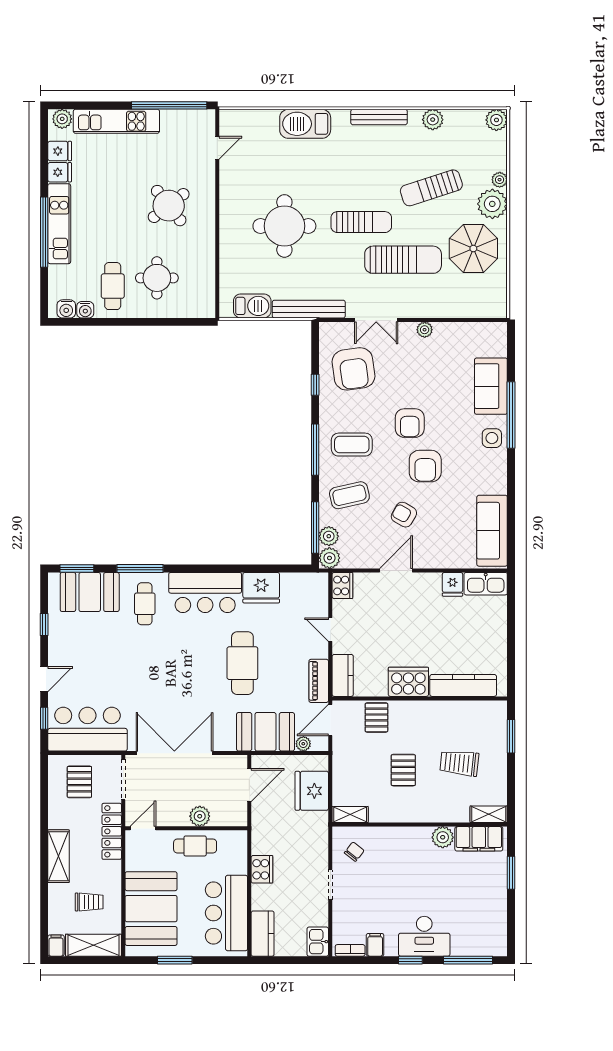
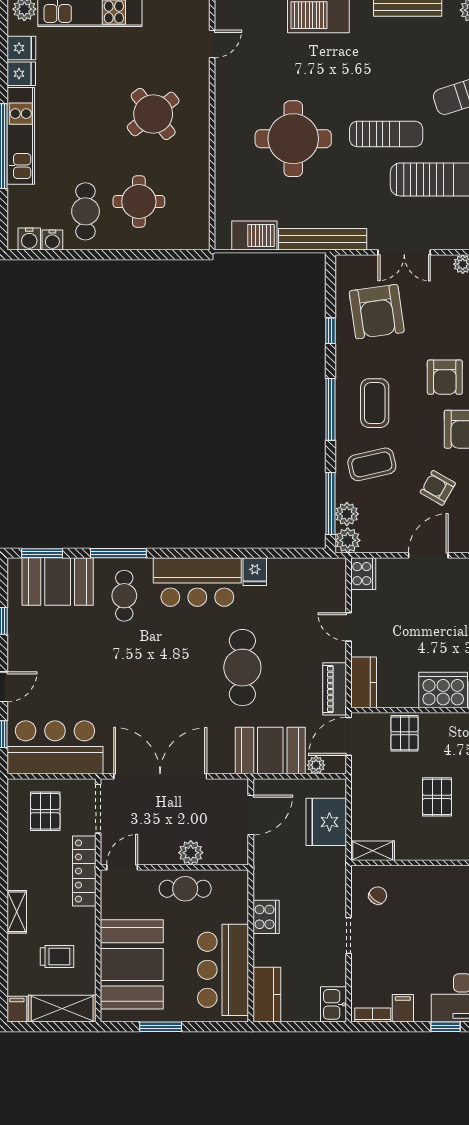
coffee table: (352, 445) -> (375, 403), turned 90
fridge: (261, 588) -> (255, 572), width x0.53, depth x0.75
shelving: (58, 856) -> (17, 912), width x0.67, depth x0.75

